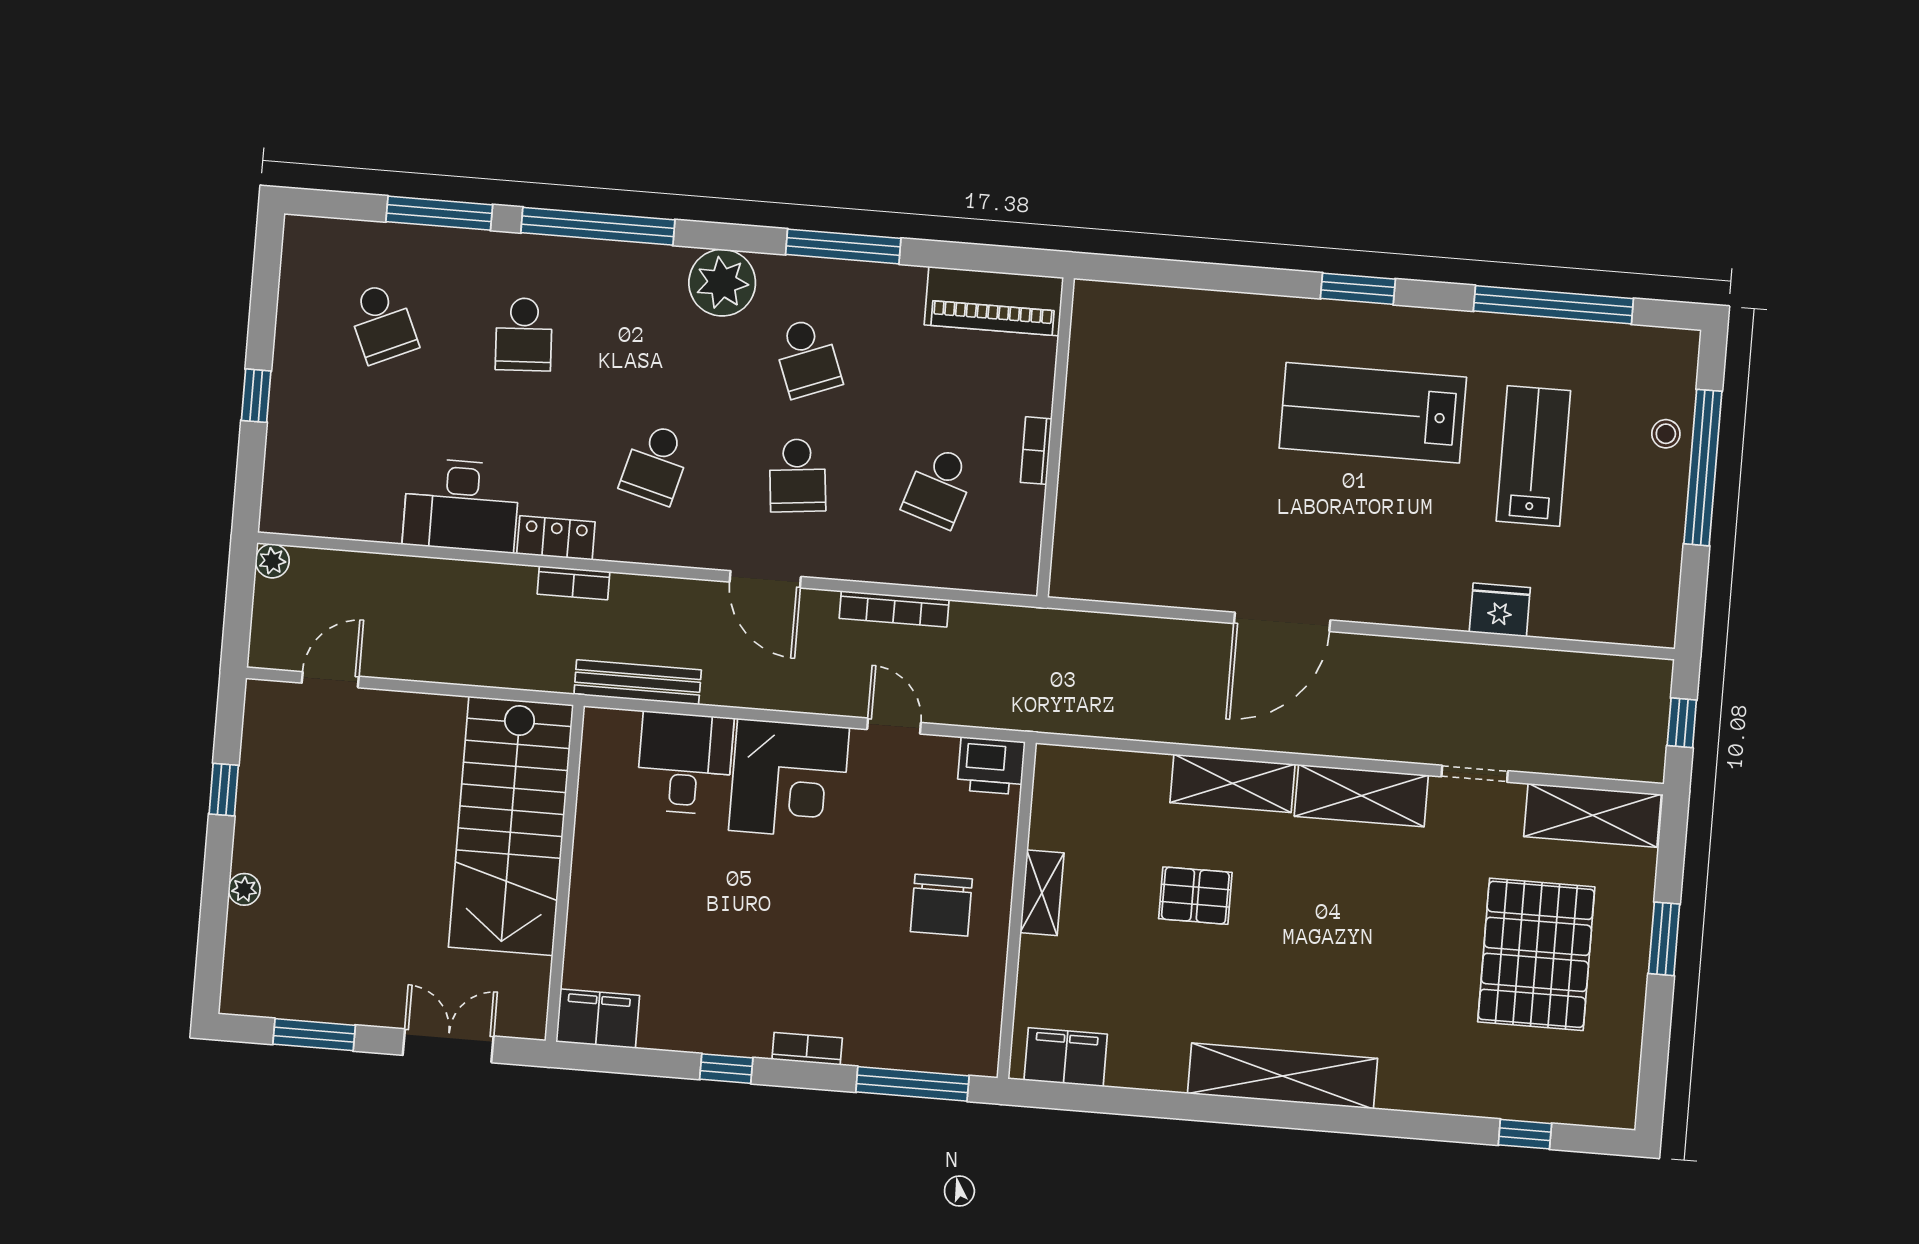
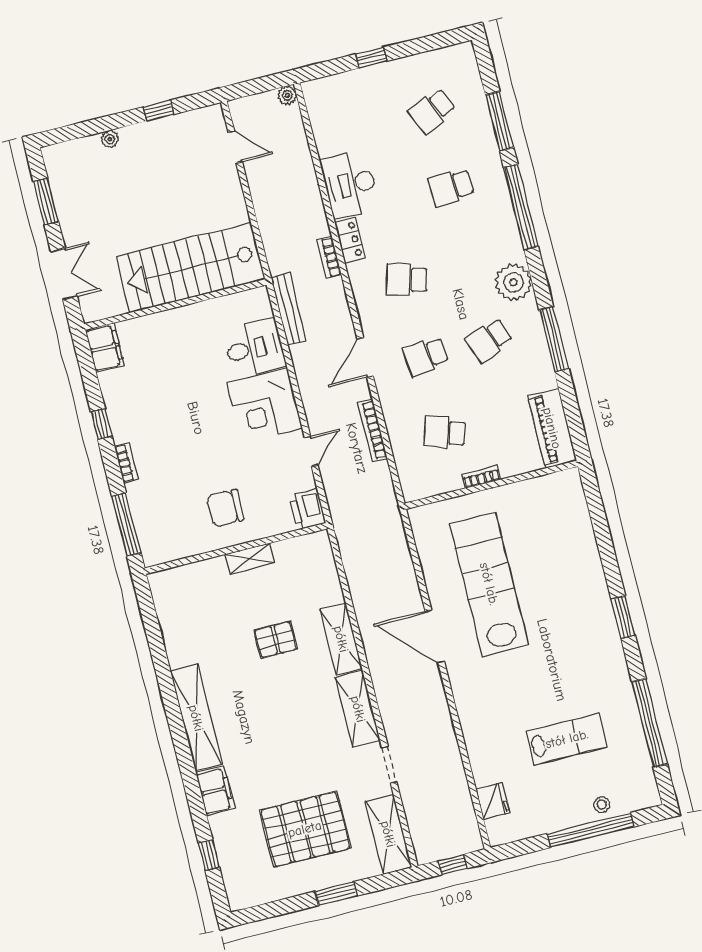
lab bench: (1373, 413) -> (489, 584), moved, width x1.36
fridge: (1500, 610) -> (493, 801), moved
pallet: (1195, 896) -> (276, 640), turned 90
filing cabinet: (1066, 1057) -> (215, 791), moved

